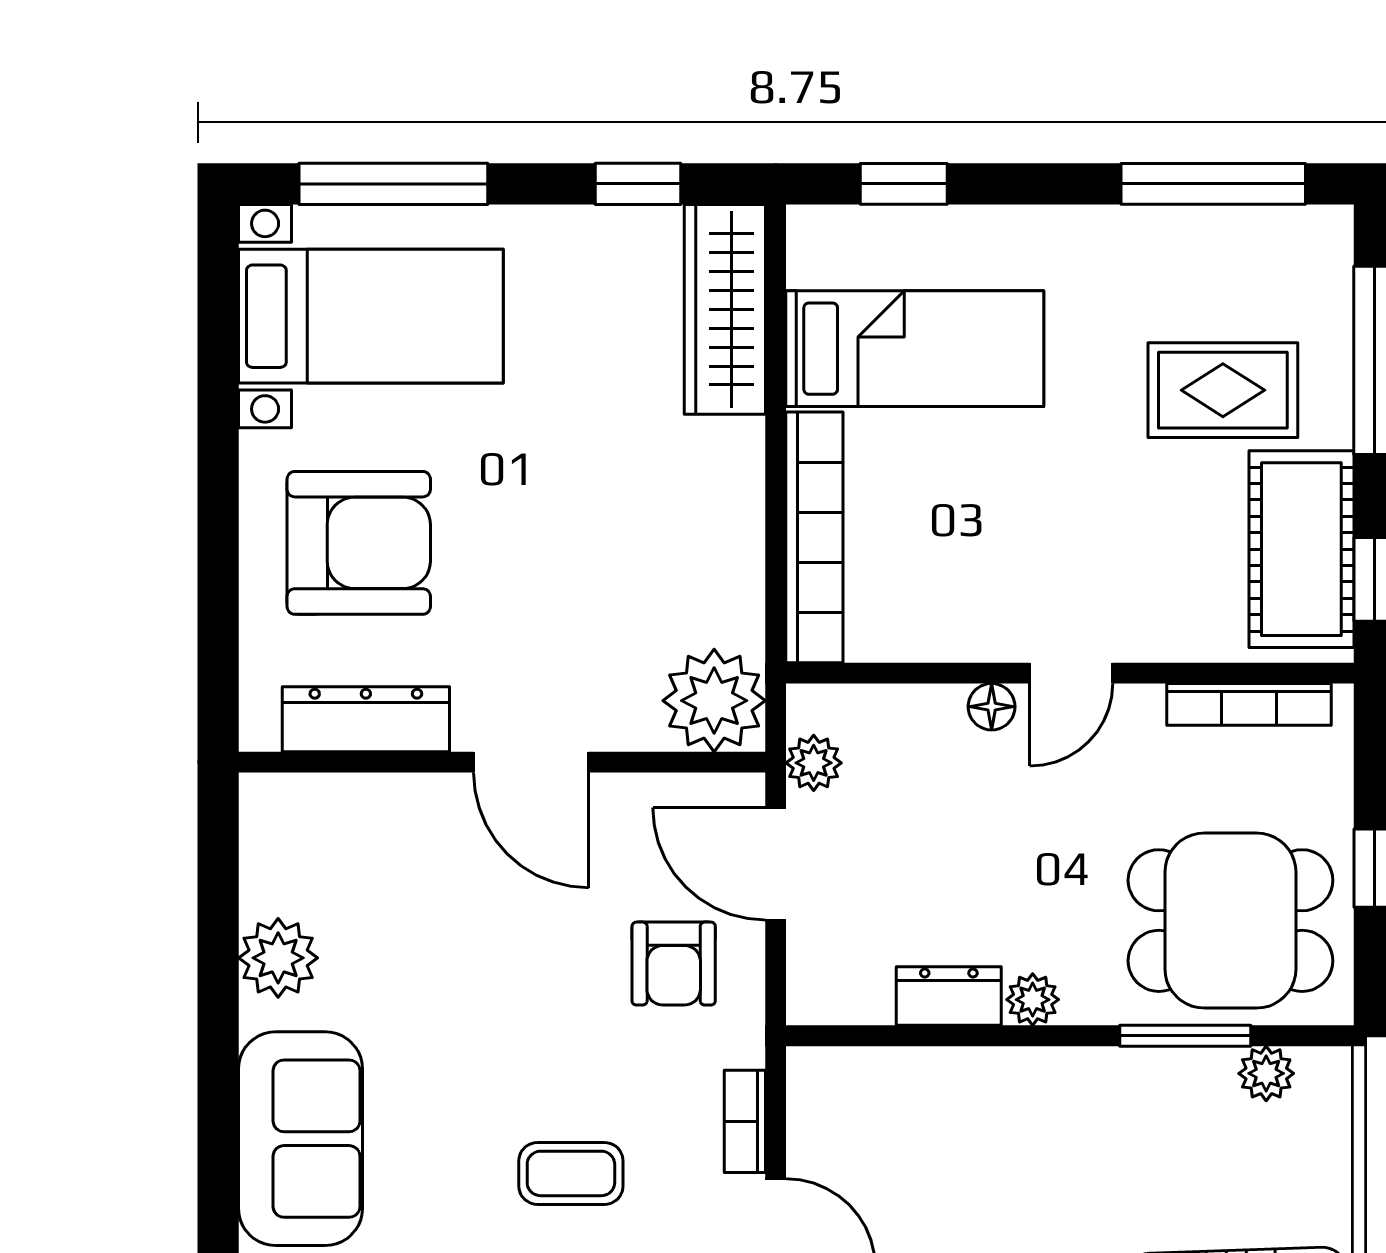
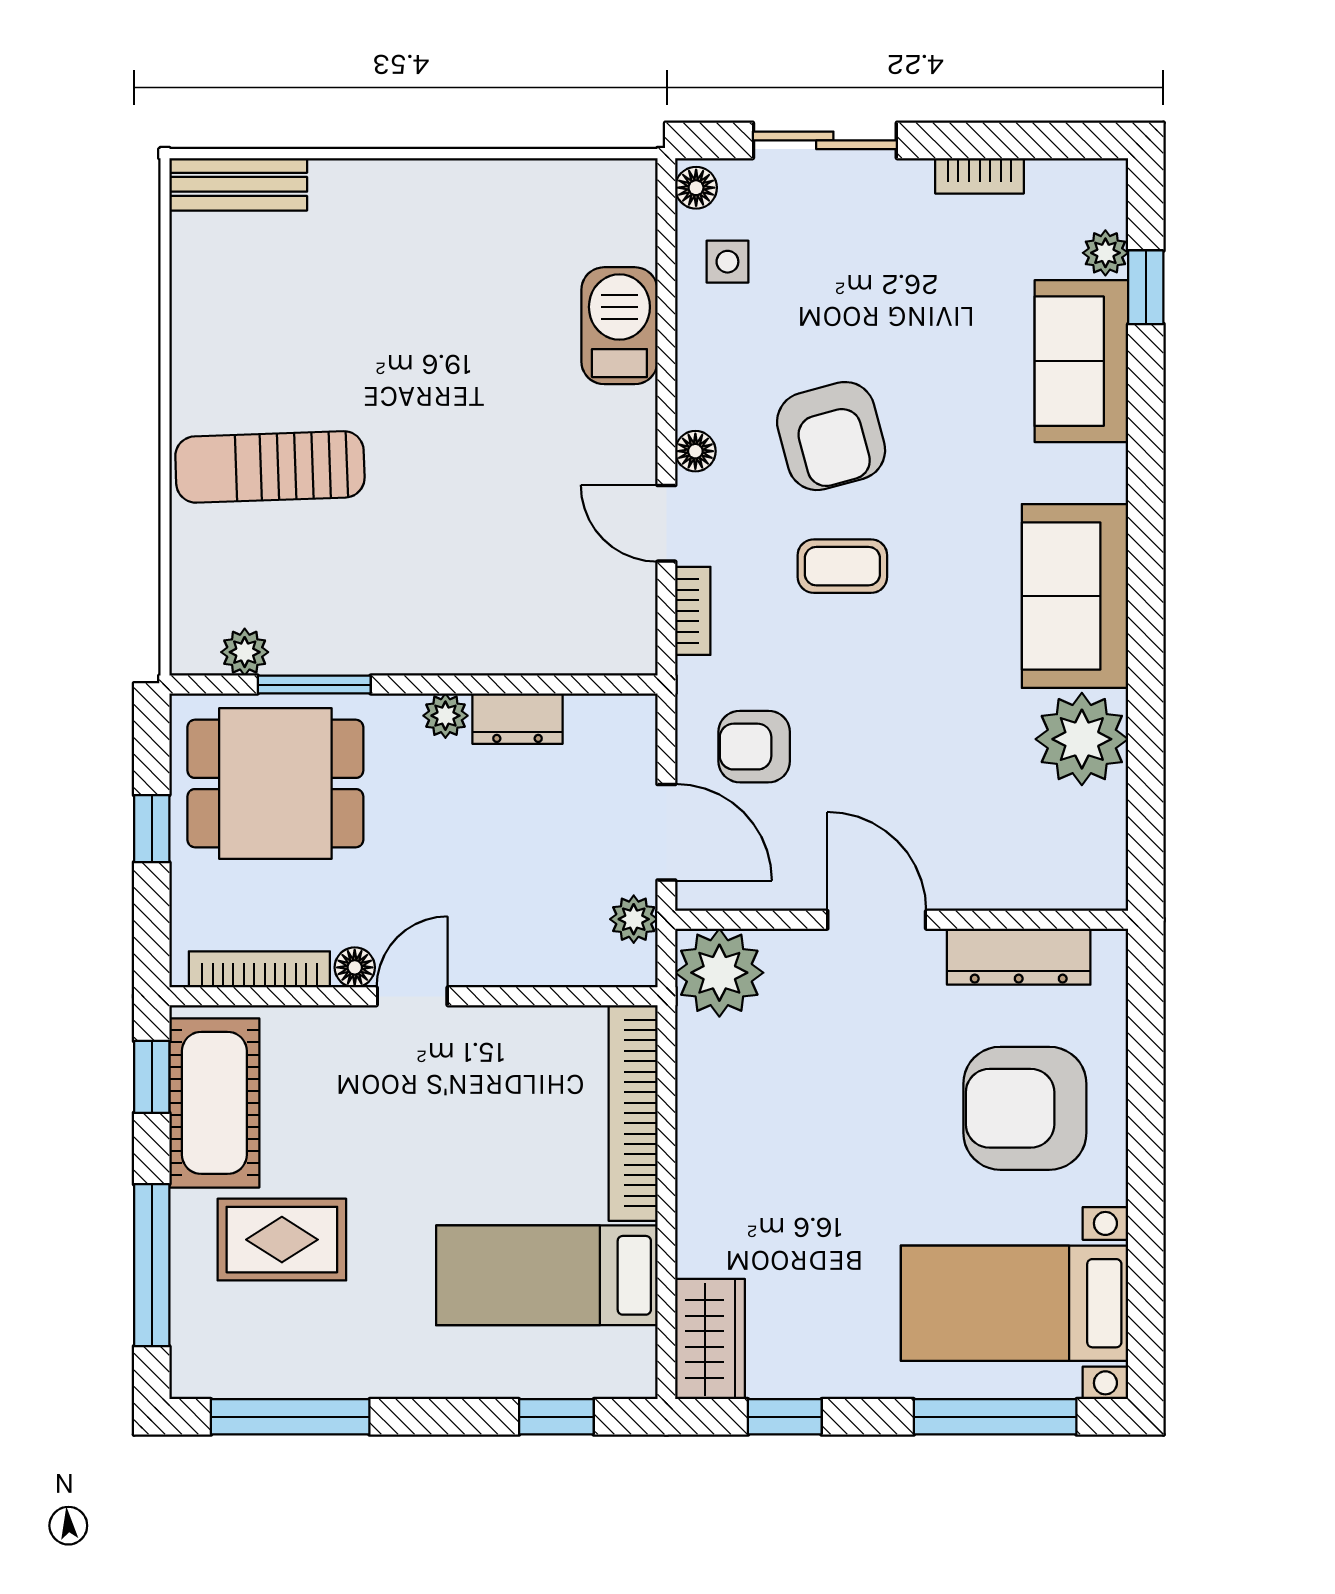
wardrobe: (725, 309) -> (710, 1339), width x0.67
floor lamp: (992, 707) -> (355, 967), moved
plant: (278, 958) -> (1082, 739), width x1.36, depth x1.36
armchair: (674, 964) -> (754, 747), turned -90

